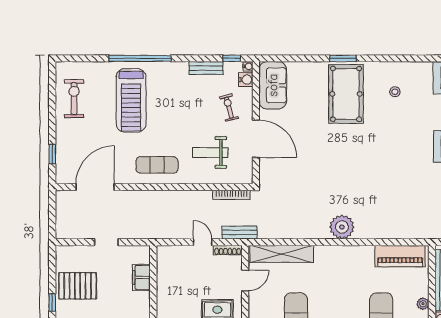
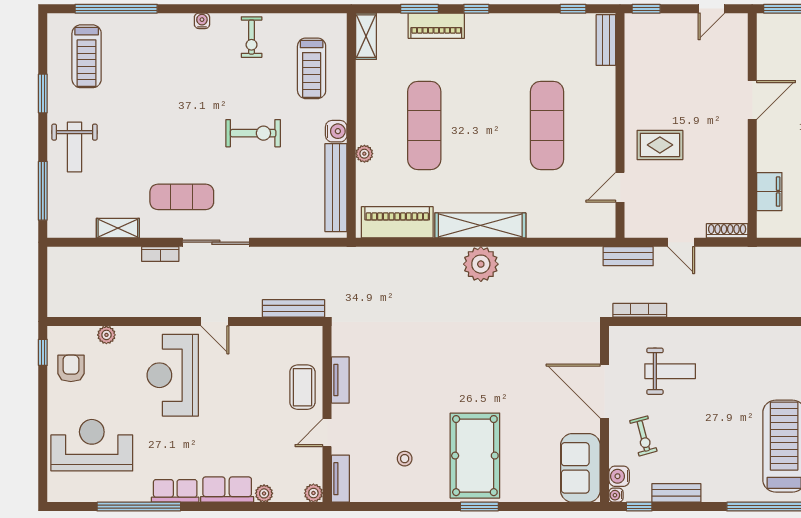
exercise mat: (157, 165) -> (747, 353), removed
shoe rack: (228, 250) -> (727, 231), moved
shelving: (282, 254) -> (480, 225), moved

